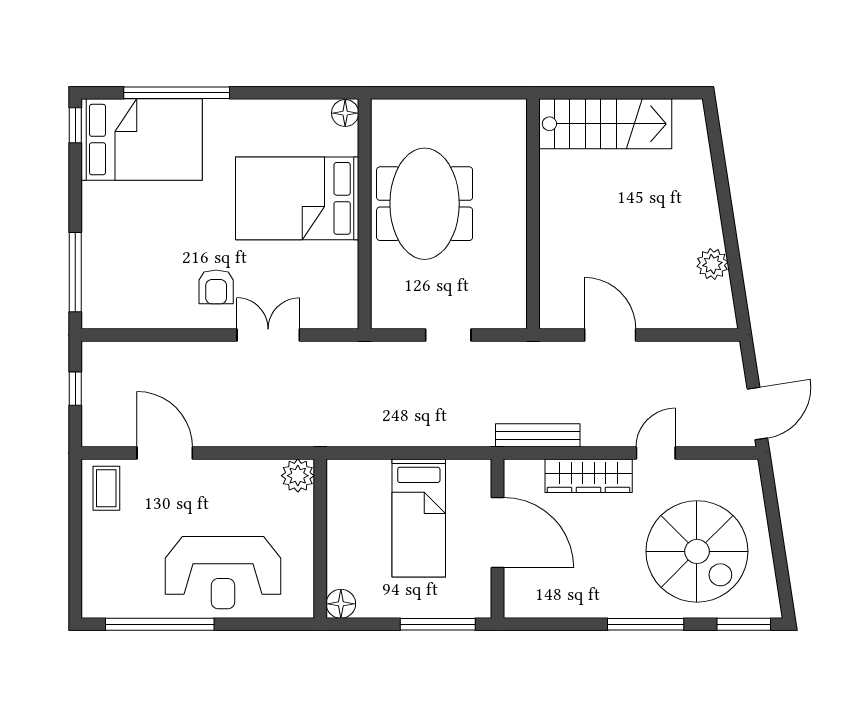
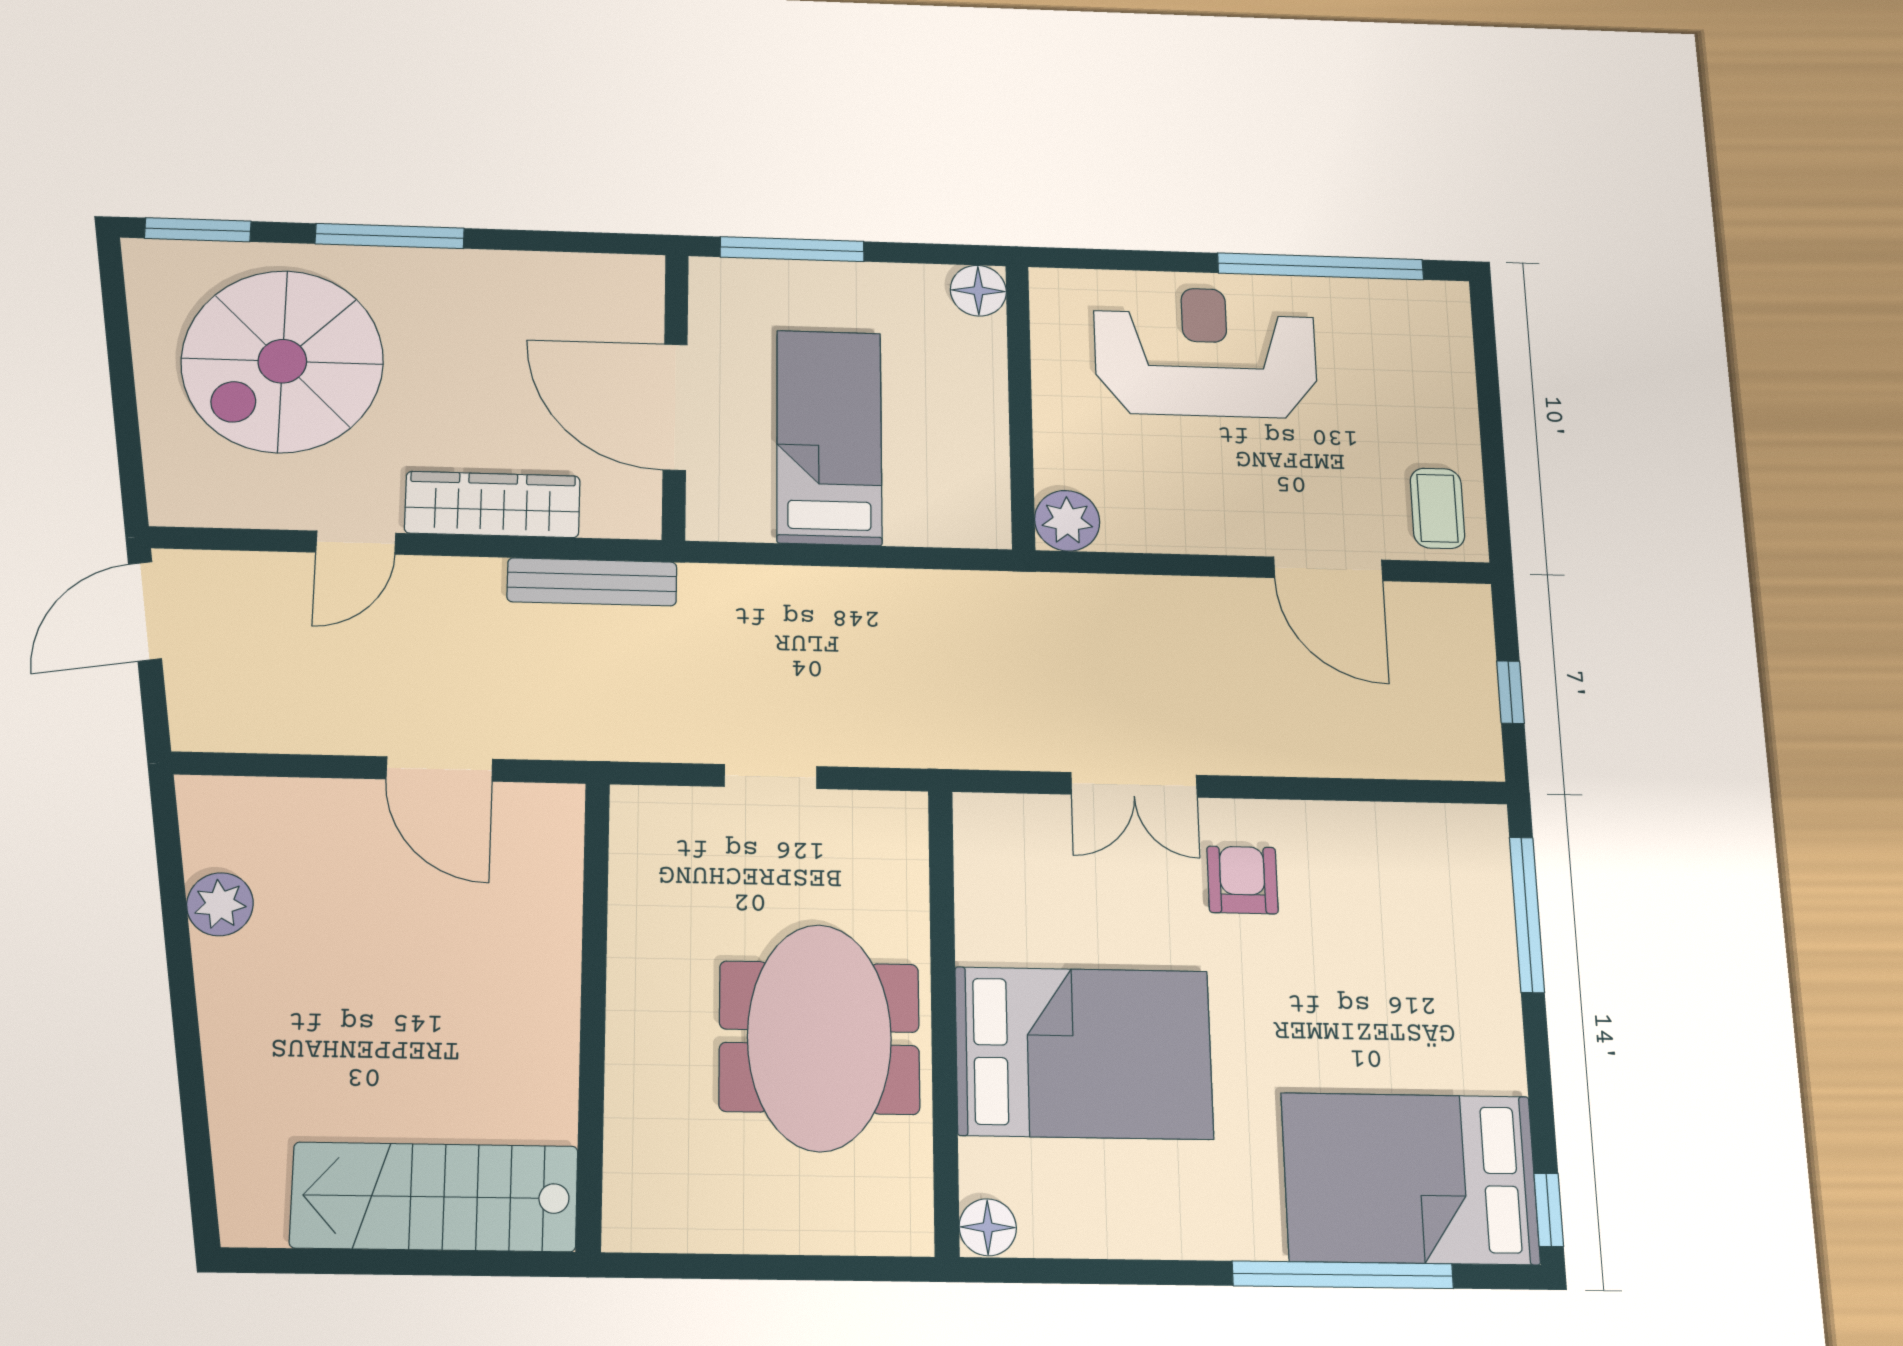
spiral stairs: (697, 551) -> (282, 361), turned -90

